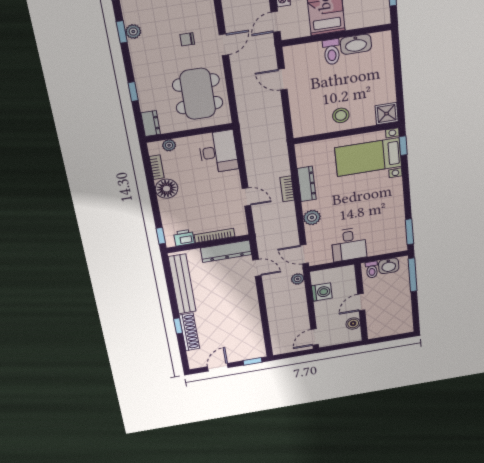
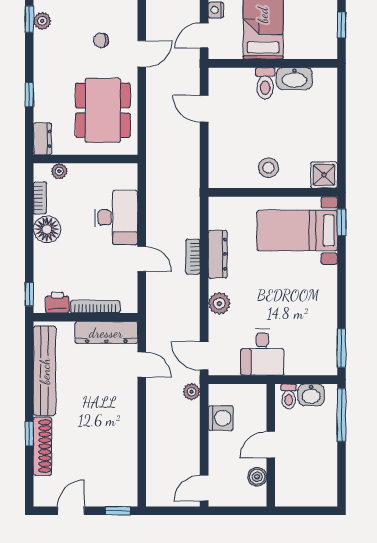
desk: (218, 152) -> (116, 218), moved

